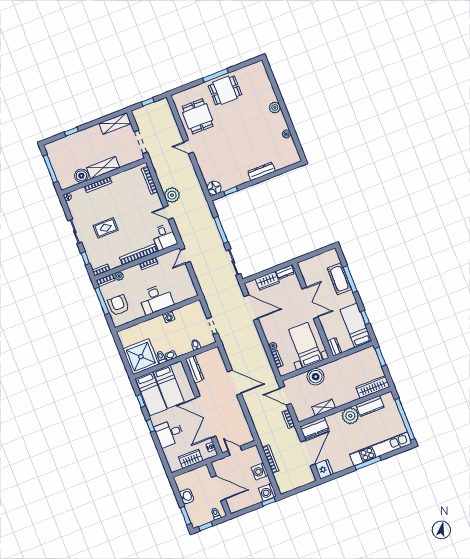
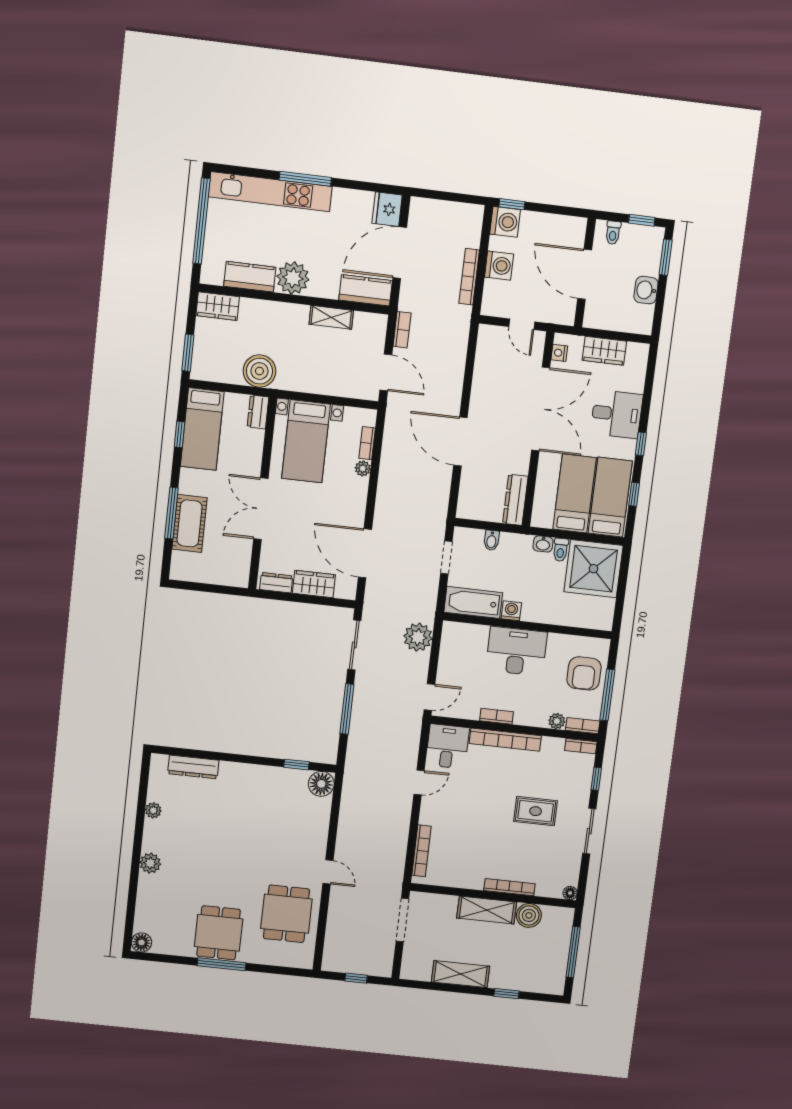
floor lamp: (259, 67) -> (141, 942), added
dining table: (225, 90) -> (219, 933), turned 90
shelving: (115, 123) -> (461, 974), moved
dresser: (261, 171) -> (193, 767), moved
plant: (172, 195) -> (418, 637), moved
door: (168, 213) -> (419, 782), hinge flipped
bathtub: (189, 311) -> (473, 602), added
boiler: (316, 377) -> (259, 371), moved
wardrobe: (373, 387) -> (218, 306), width x0.67

